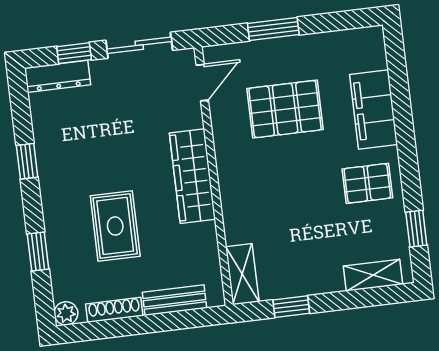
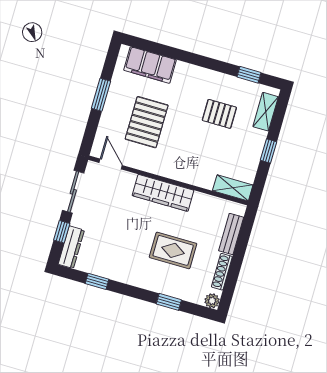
window: (273, 29) -> (101, 95), moved
filing cabinet: (374, 110) -> (150, 65), moved
window: (27, 161) -> (97, 281), moved
pallet: (367, 183) -> (219, 114), moved, turned 90
window: (291, 307) -> (268, 151), moved

